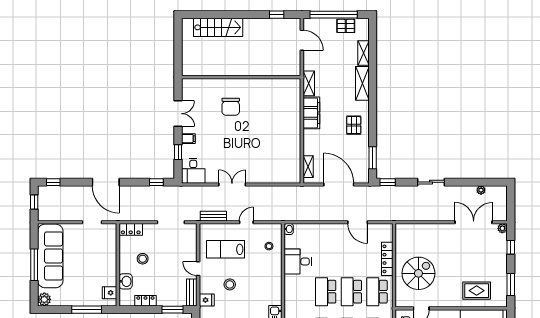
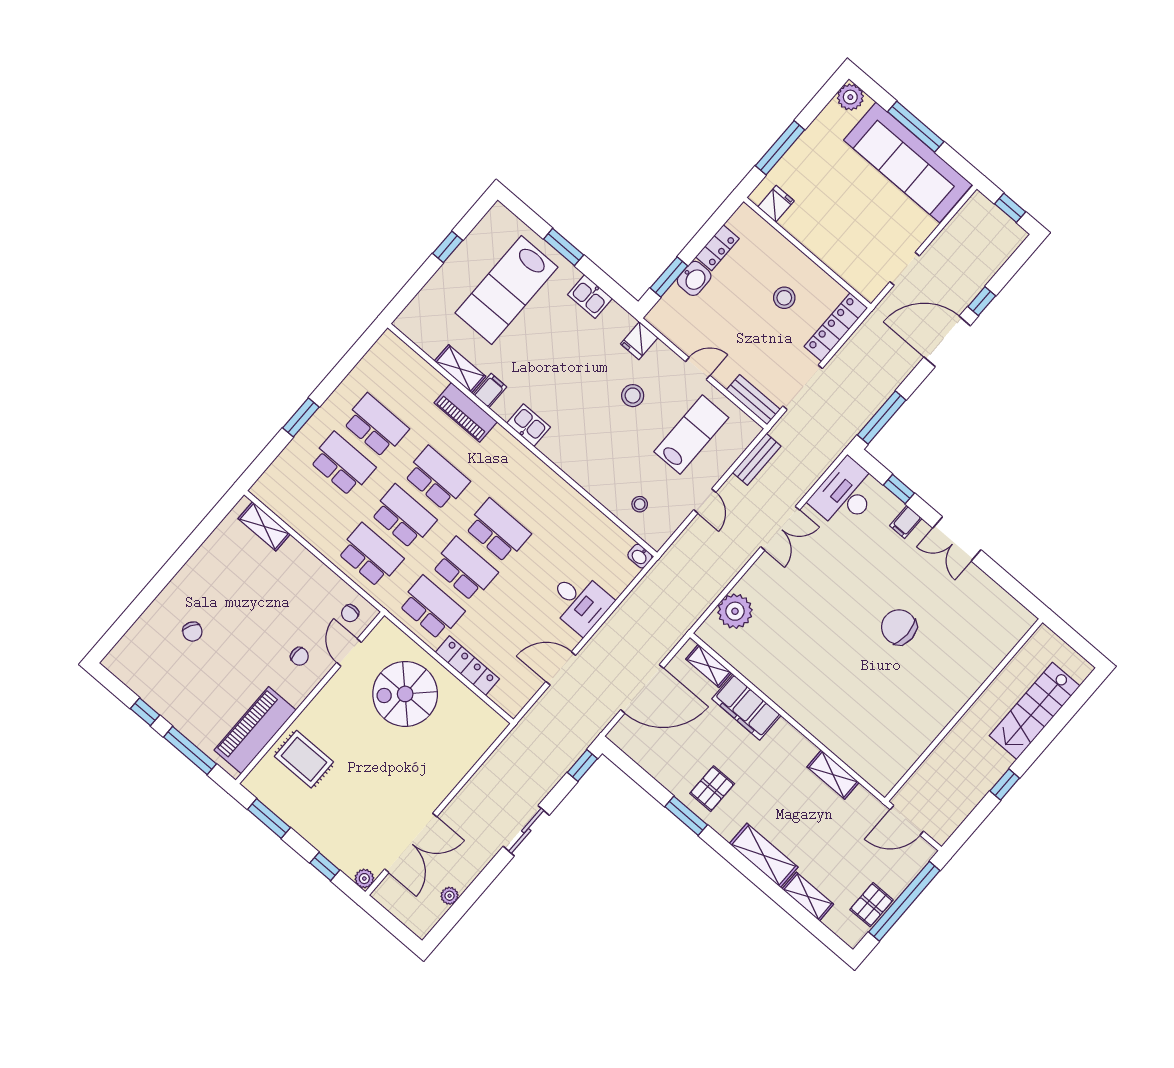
window: (277, 15) -> (1005, 784), moved
wall: (241, 77) -> (964, 710), moved
filing cabinet: (311, 113) -> (746, 707), moved
pallet: (354, 125) -> (712, 789), turned 90
window: (373, 158) -> (686, 816), moved
desk: (193, 171) -> (845, 494), width x1.37
plant: (278, 175) -> (735, 611), added
window: (53, 182) -> (982, 301), moved
window: (156, 182) -> (882, 417), width x2.17
locker: (131, 229) -> (836, 327), width x1.53
desk: (298, 262) -> (579, 602), moved, turned 90
spiral stairs: (418, 273) -> (405, 694), turned 90
washbasin: (126, 281) -> (694, 278), moved, turned -90
rug: (477, 291) -> (304, 759), turned 90
bench: (192, 292) -> (753, 400), moved

